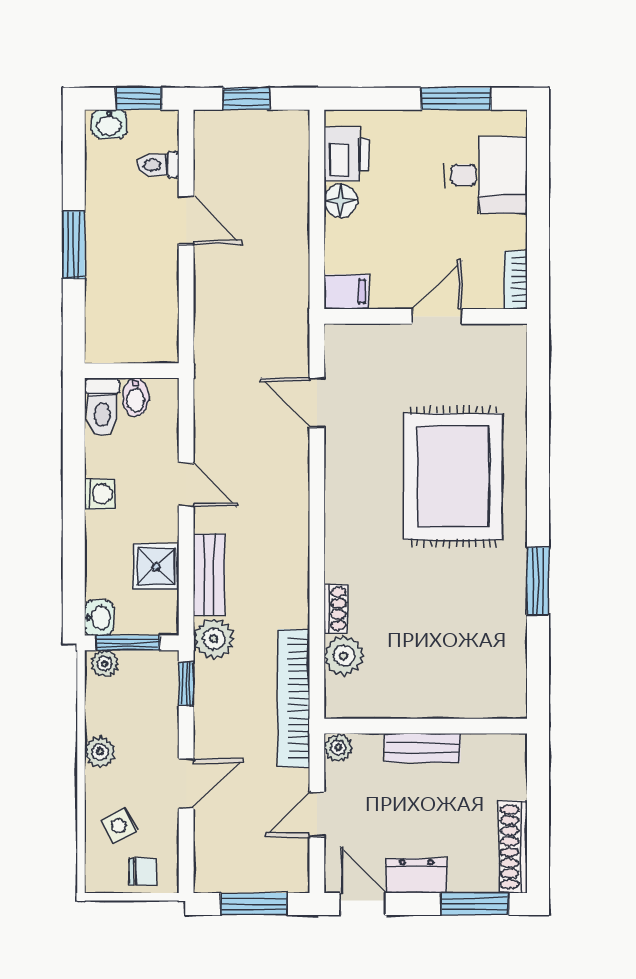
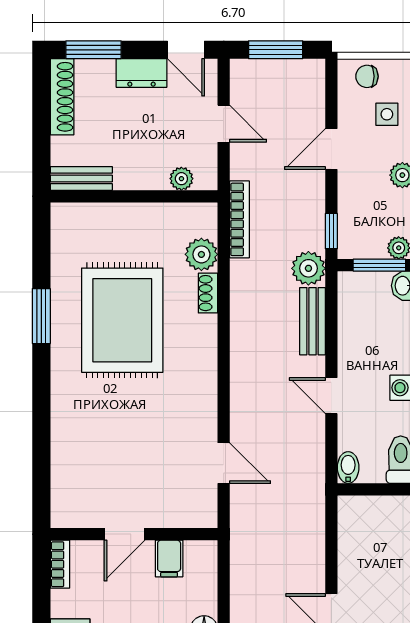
filing cabinet: (346, 291) -> (169, 558), moved, turned -90
bidet: (136, 397) -> (348, 467), moved
rug: (453, 476) -> (122, 320), moved
shower: (156, 567) -> (356, 328), removed
bookcase: (294, 698) -> (240, 219), width x0.68, depth x0.76
plant: (338, 748) -> (181, 179), moved
bench: (423, 748) -> (81, 178), moved
door: (317, 814) -> (224, 124), hinge flipped
side table: (119, 826) -> (387, 114), turned 30

